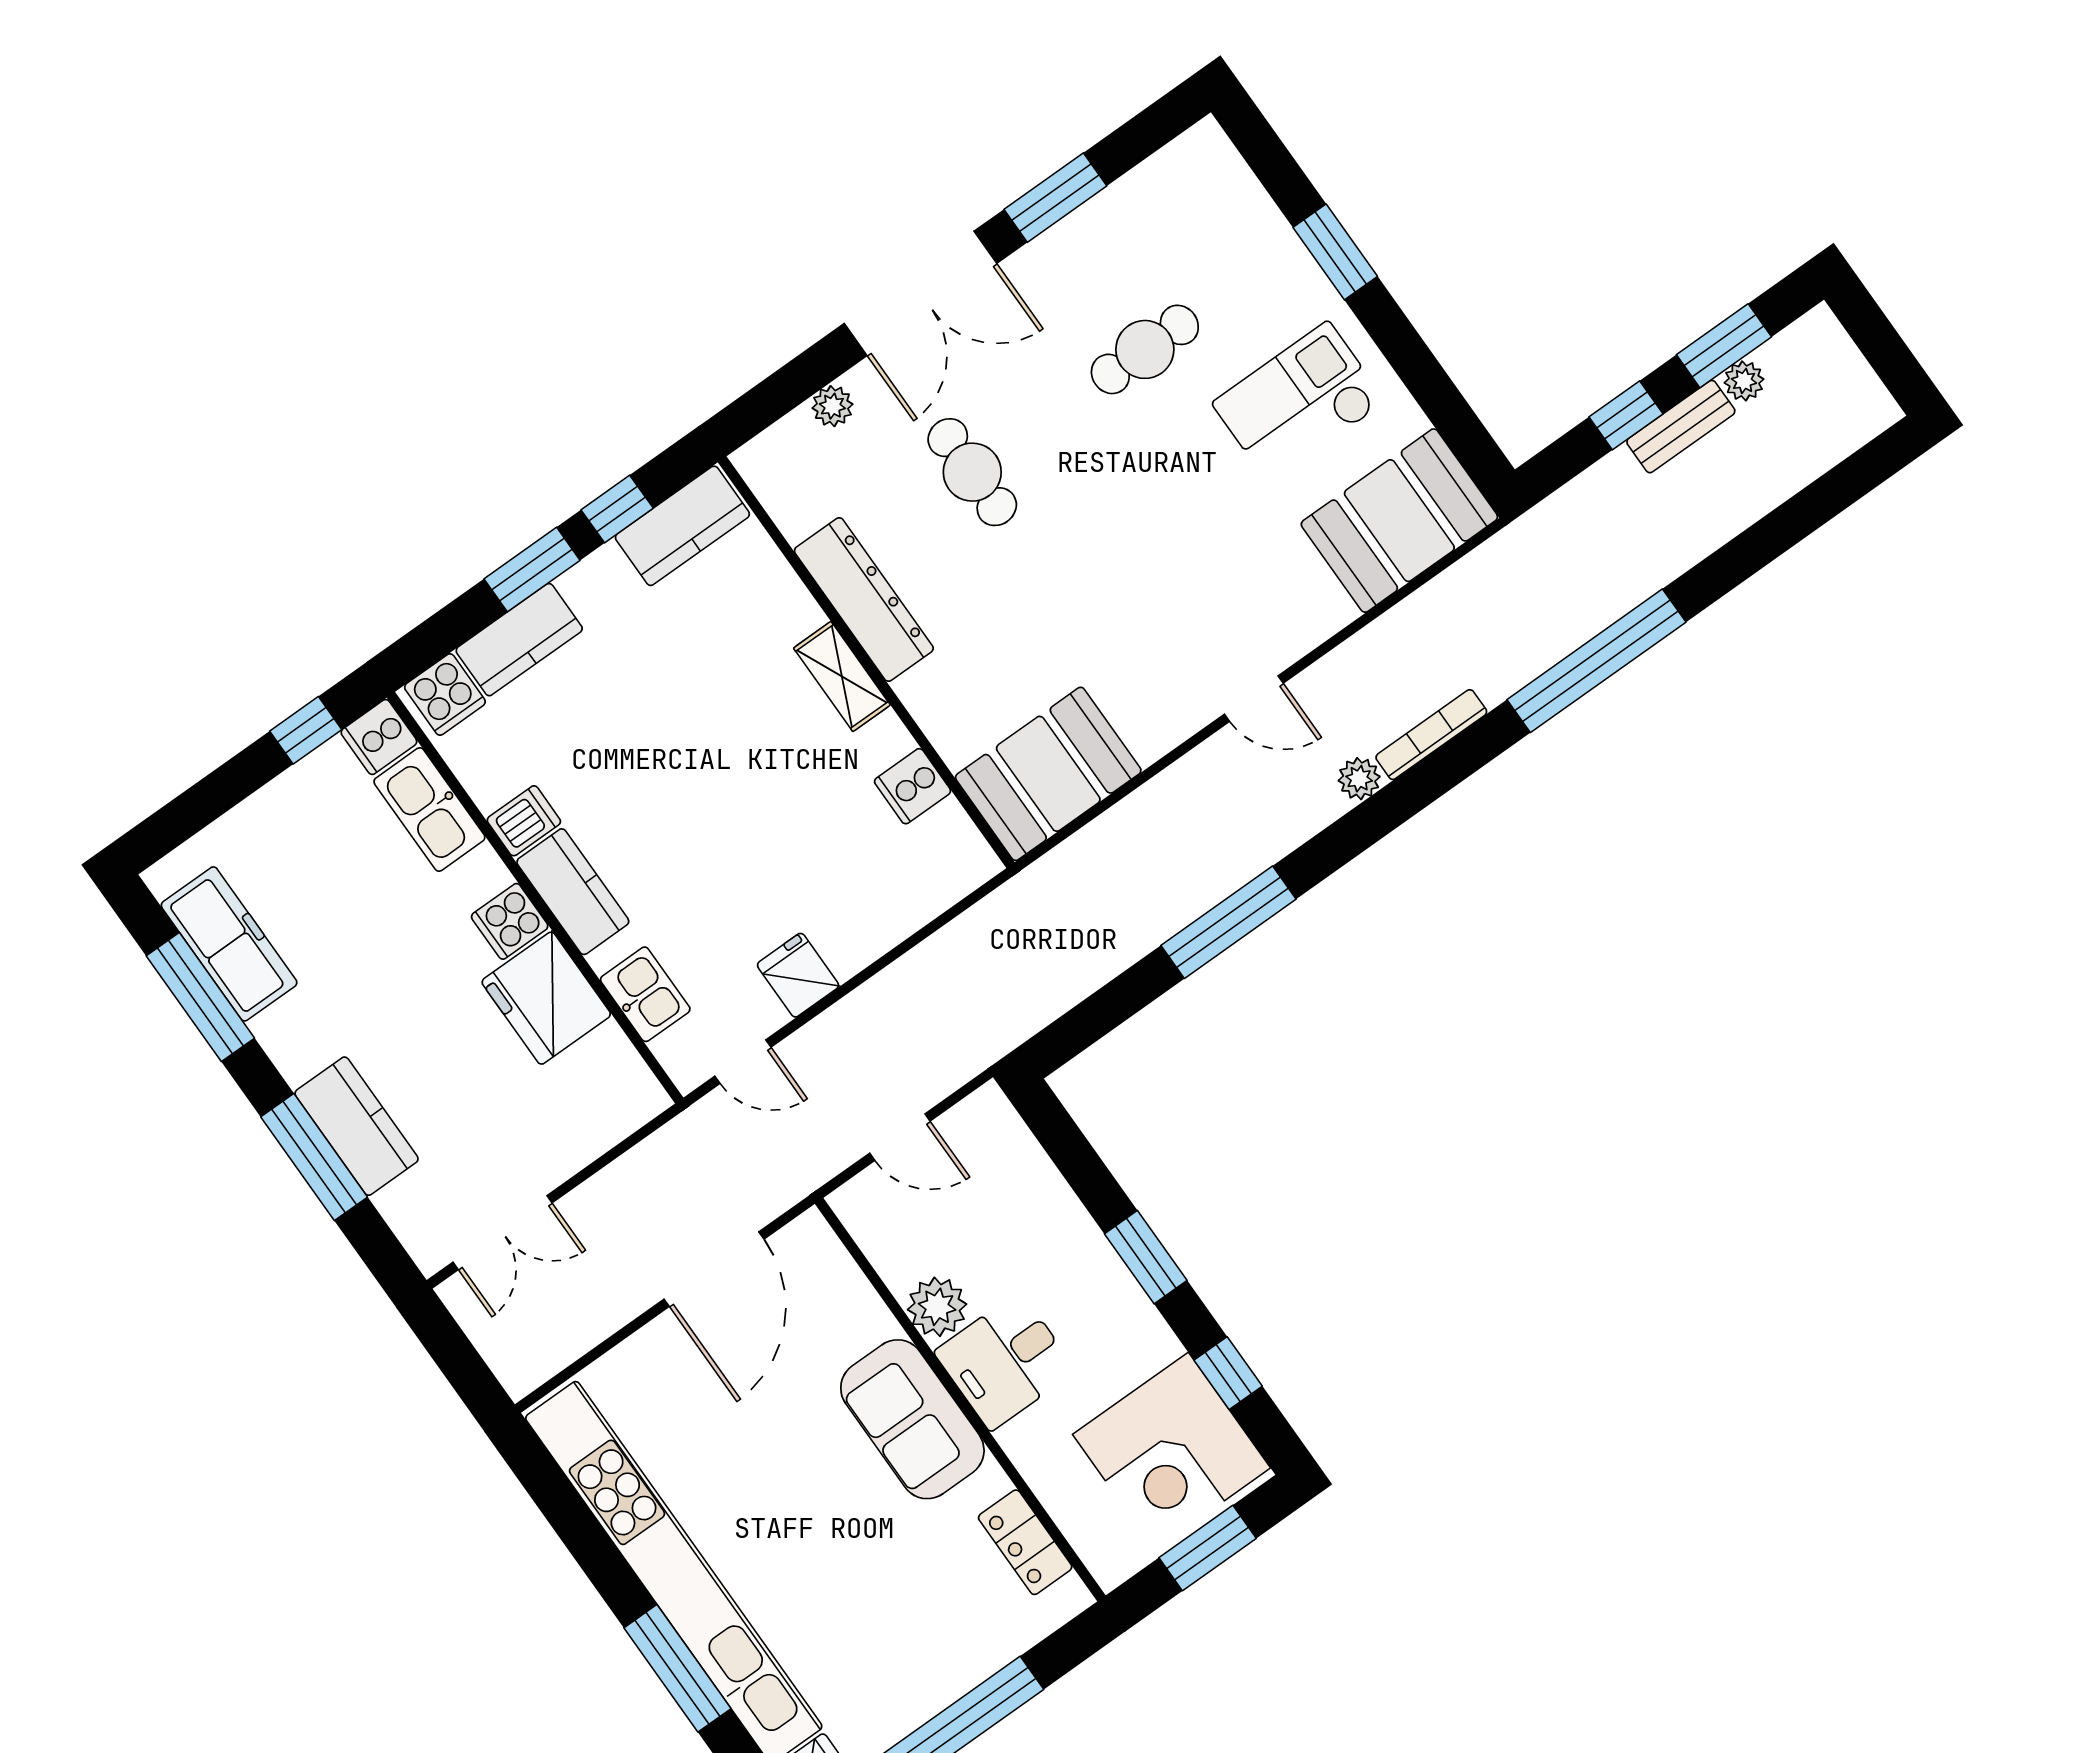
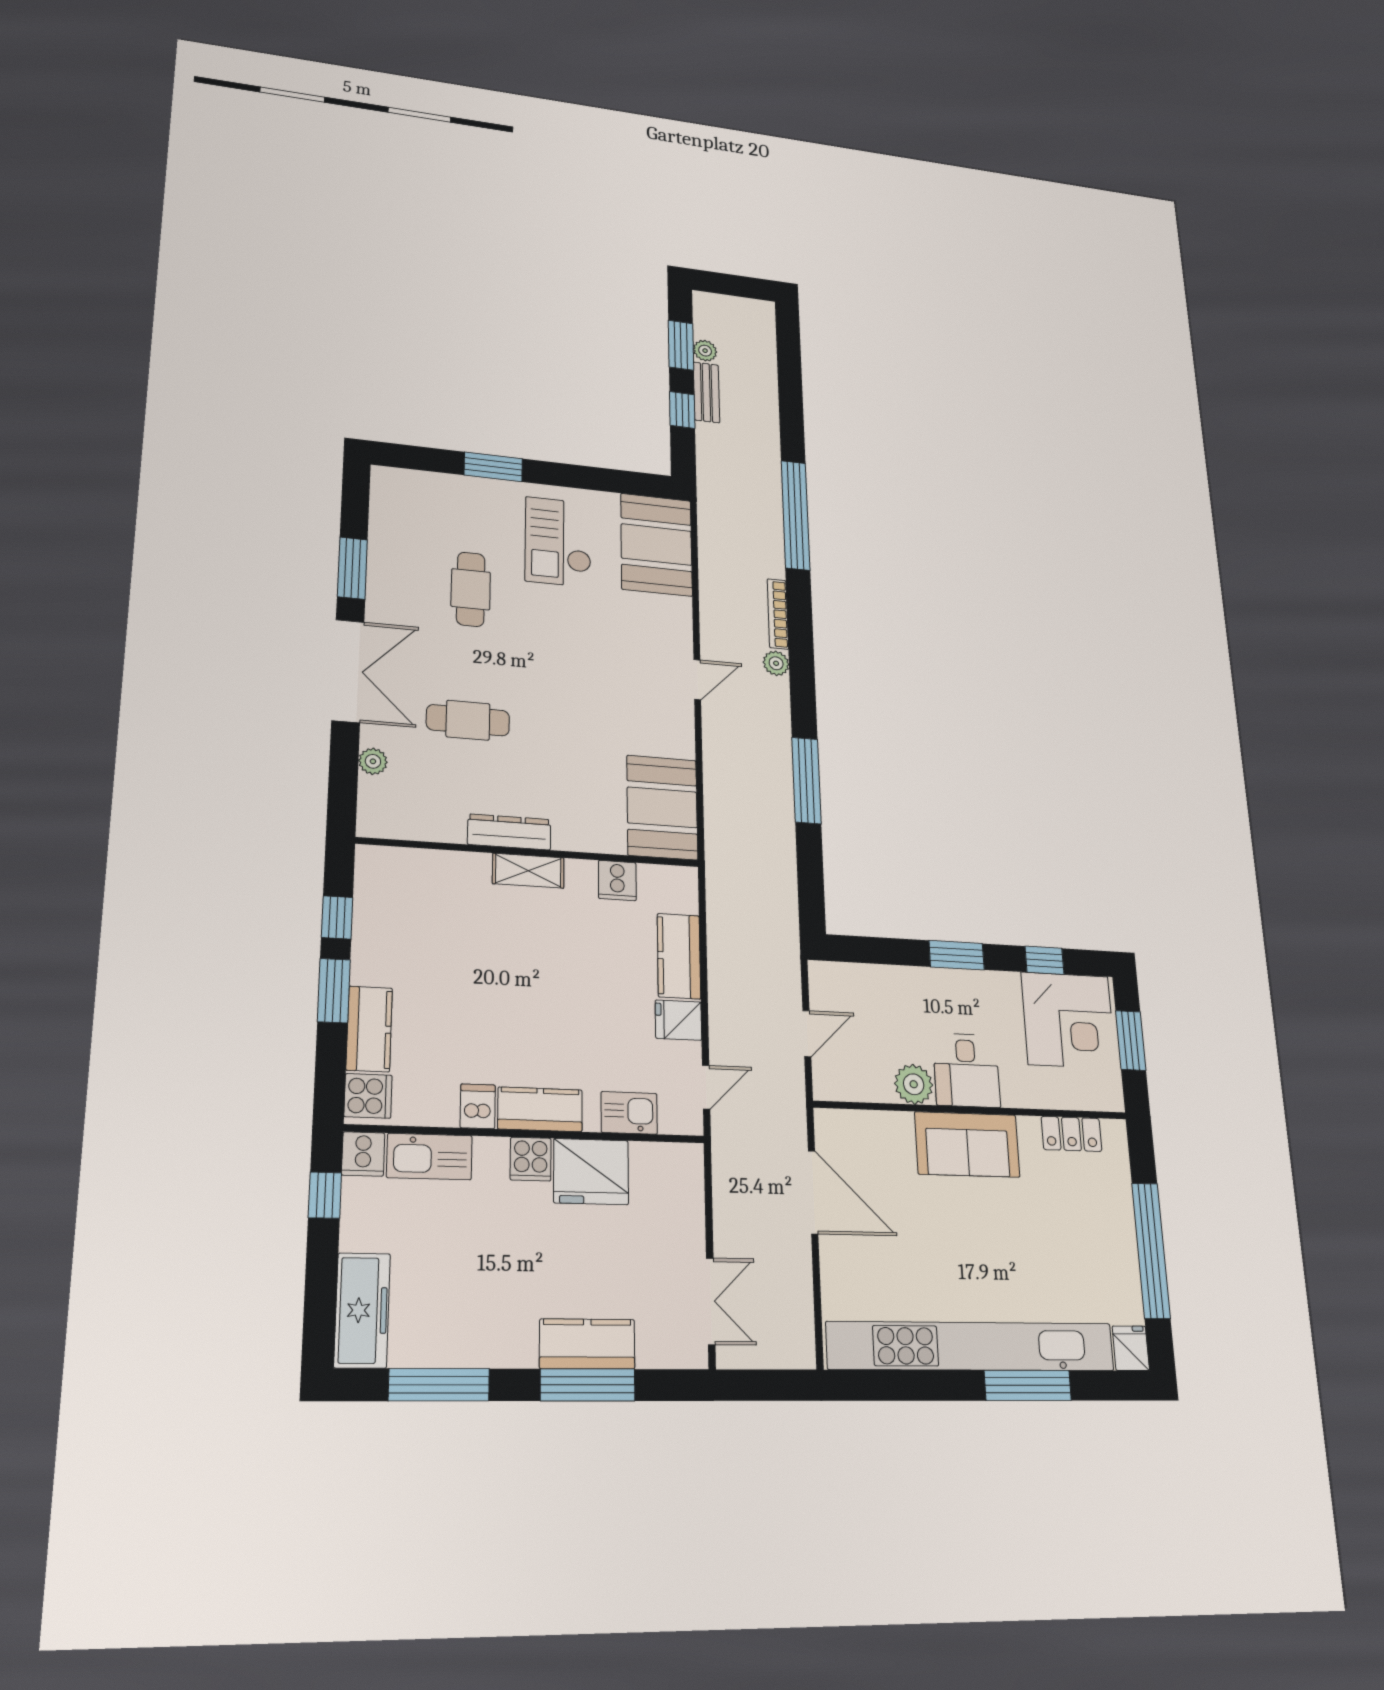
kitchen counter: (682, 526) -> (679, 956), moved, turned 180
dresser: (864, 600) -> (509, 832), width x0.73, depth x0.80
freezer: (229, 944) -> (362, 1310), moved, turned 90

